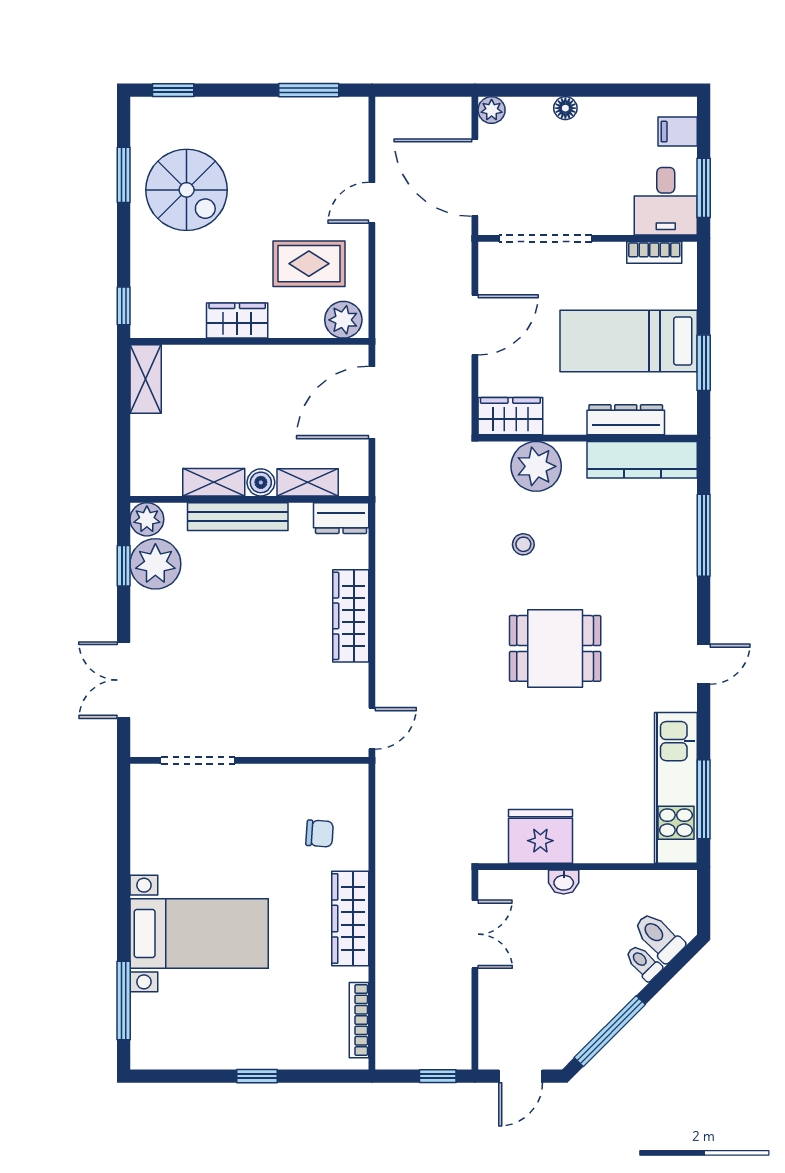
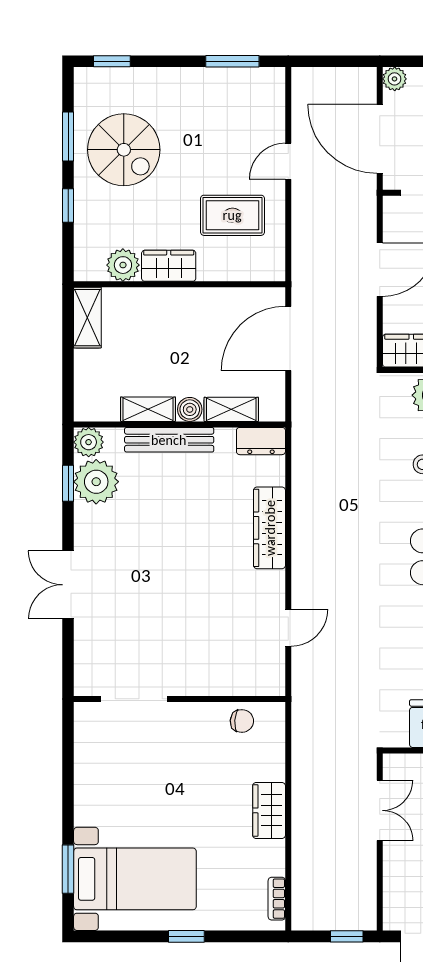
window: (124, 306) -> (68, 205), moved
plant: (343, 320) -> (123, 265), moved
doorway: (198, 760) -> (134, 699), moved
wall: (249, 760) -> (180, 699), moved
wardrobe: (350, 919) -> (269, 810), width x0.67
bed with nightstands: (199, 934) -> (135, 879), moved
window: (124, 1000) -> (68, 869), width x0.69
bookcase: (359, 1020) -> (277, 899), width x0.64

